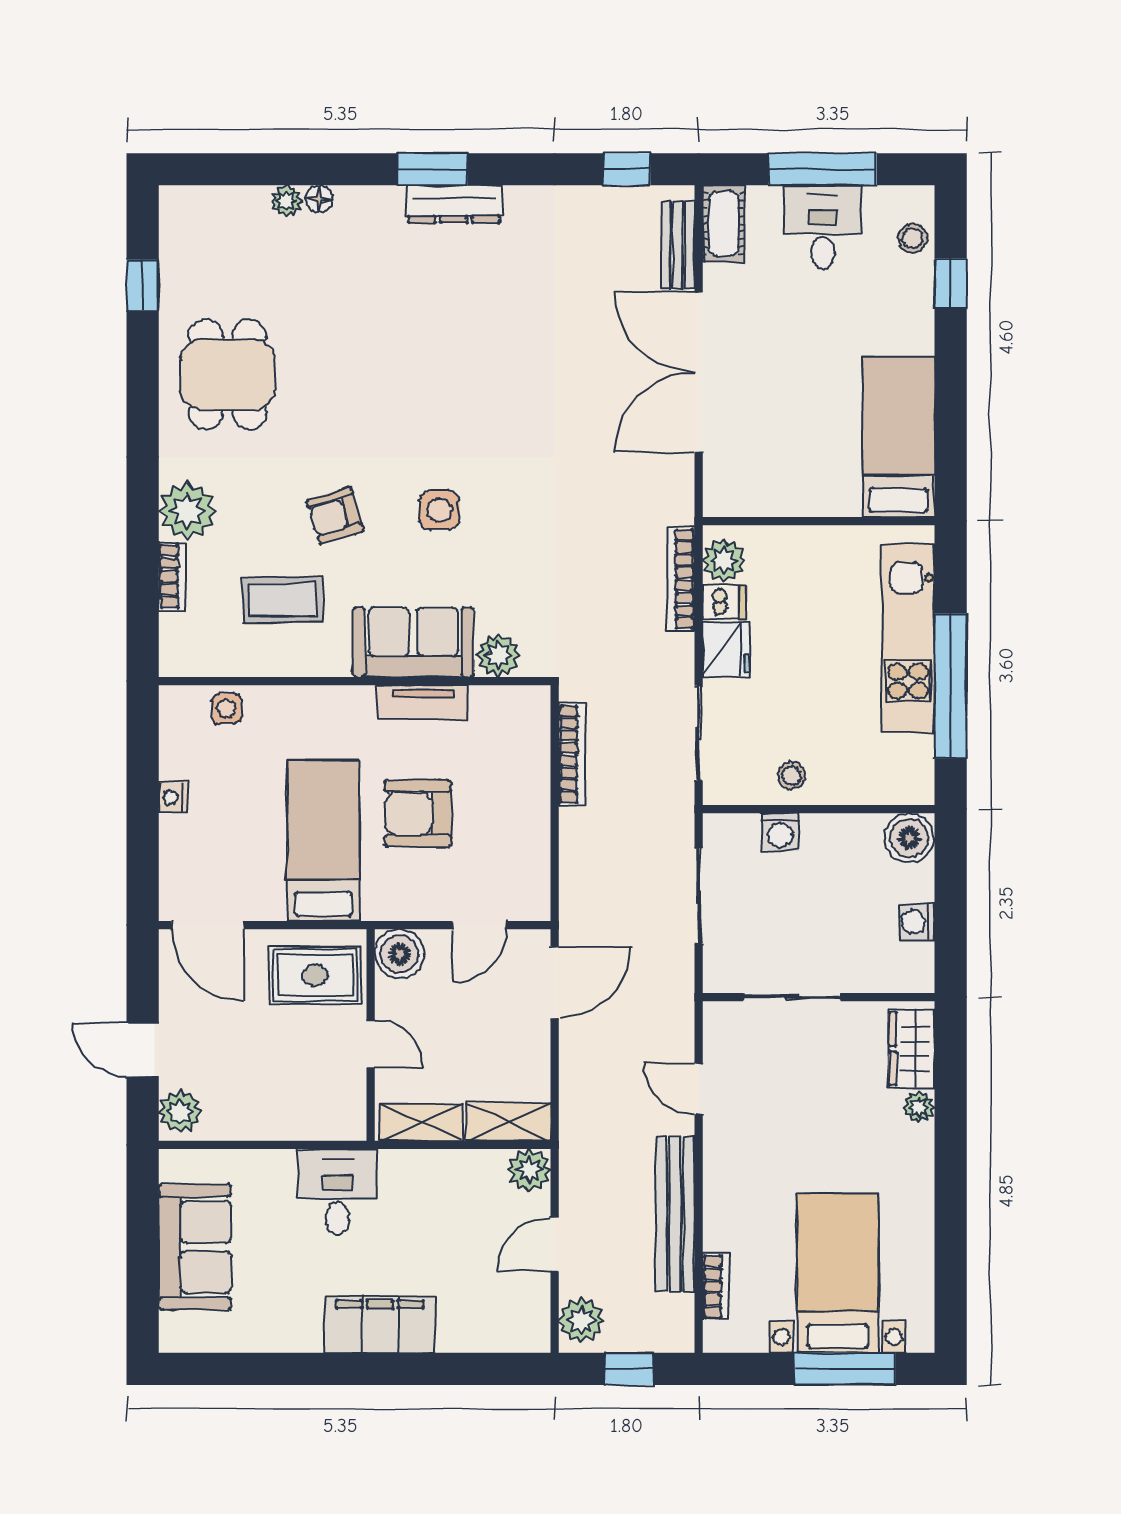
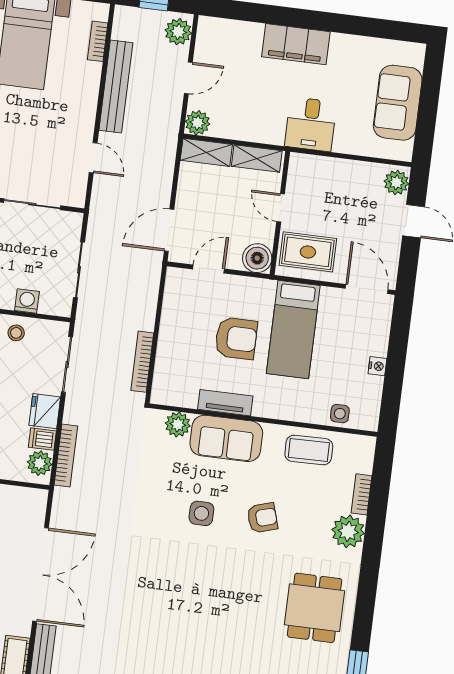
coffee table: (283, 600) -> (309, 450), moved

